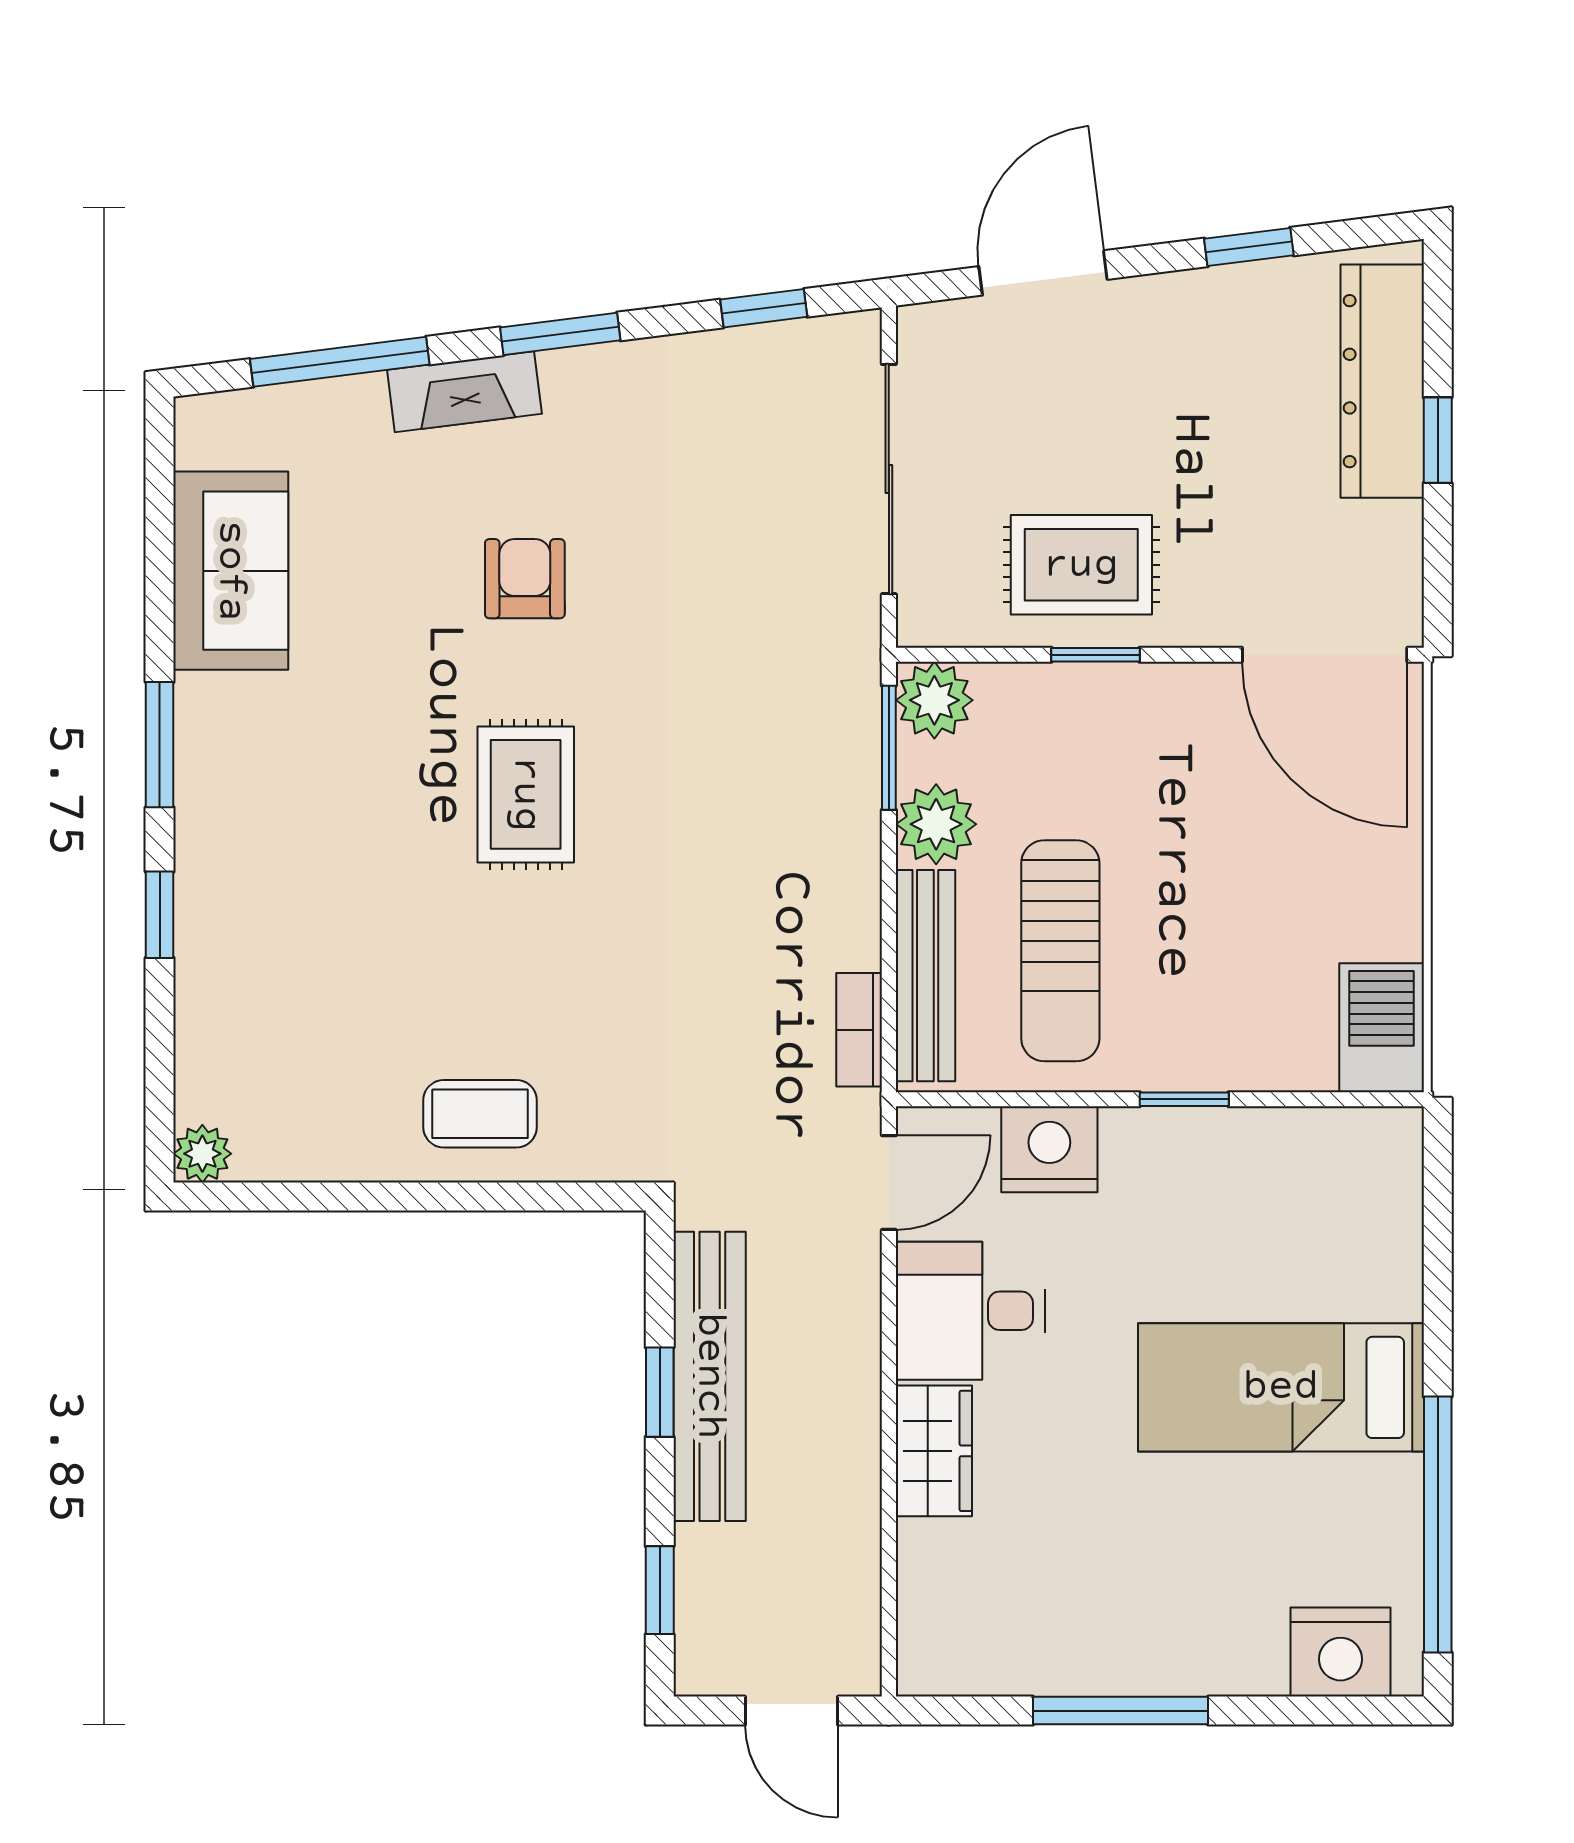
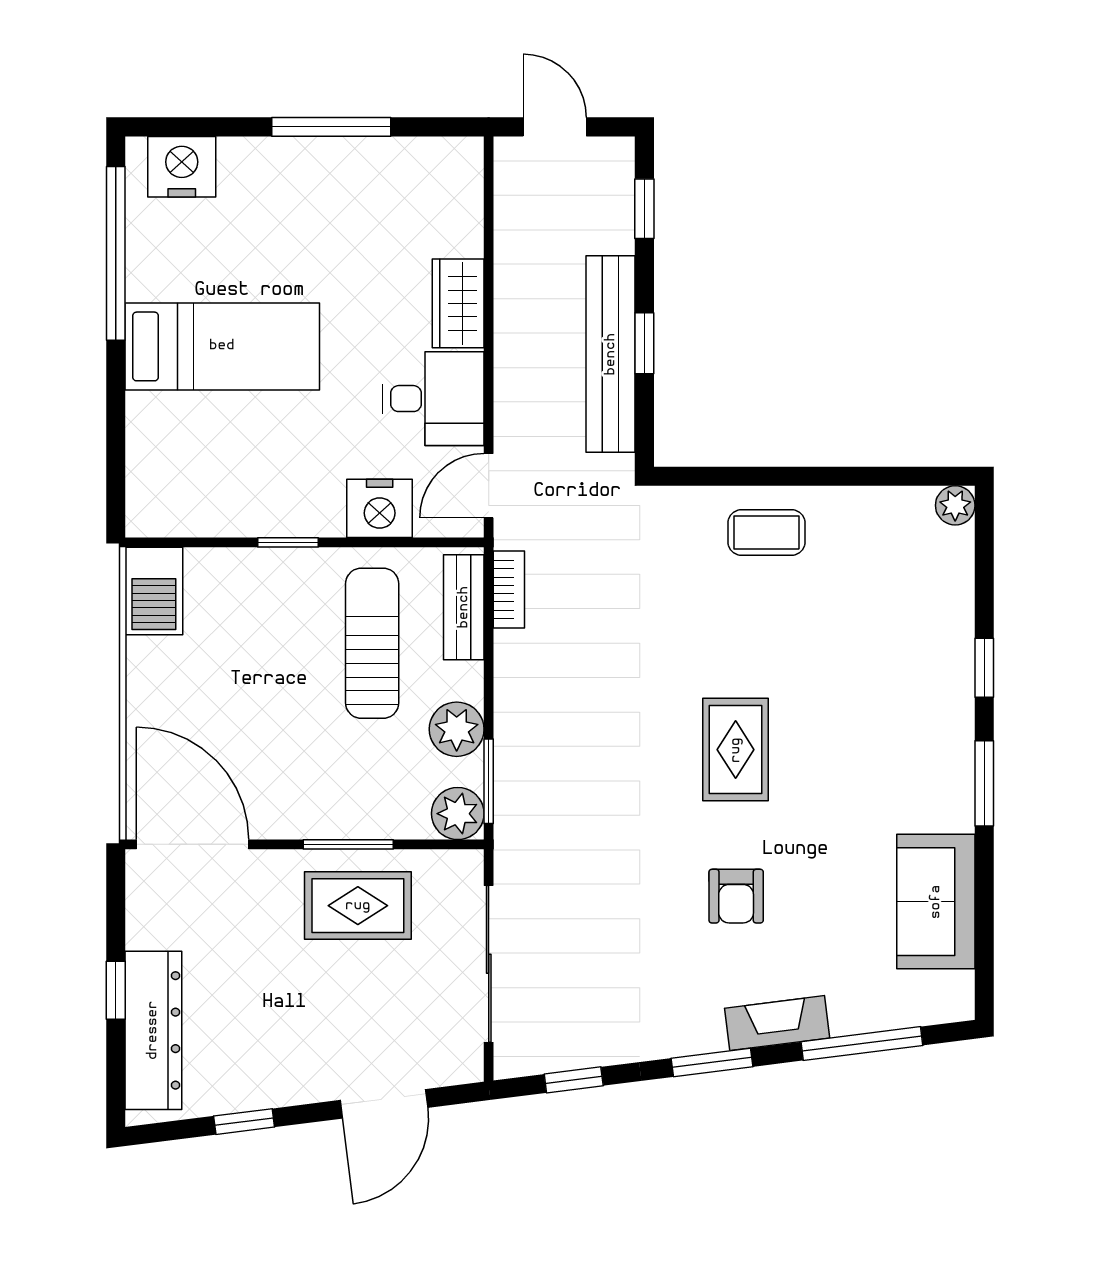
window: (1096, 655) -> (348, 844), width x1.50
bench: (925, 976) -> (464, 607), width x0.73

